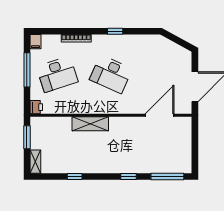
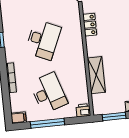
locker: (121, 122) -> (90, 25), added
shelving: (90, 124) -> (96, 75), moved

